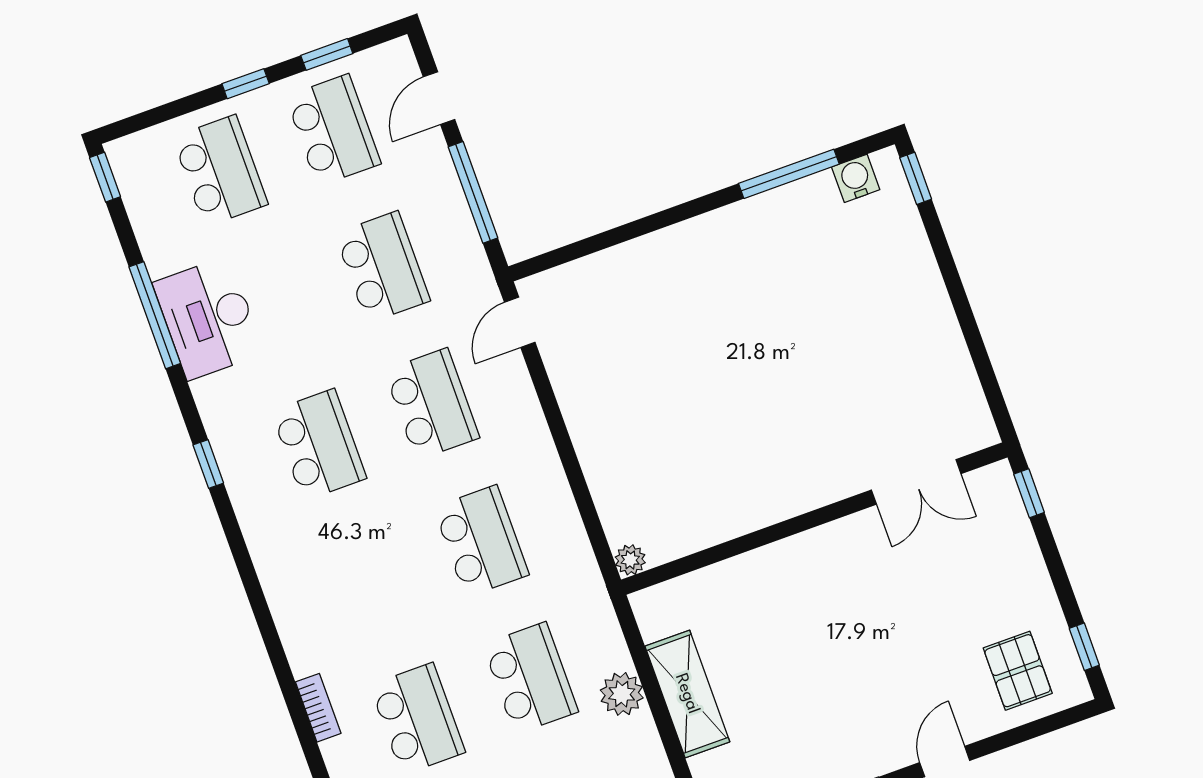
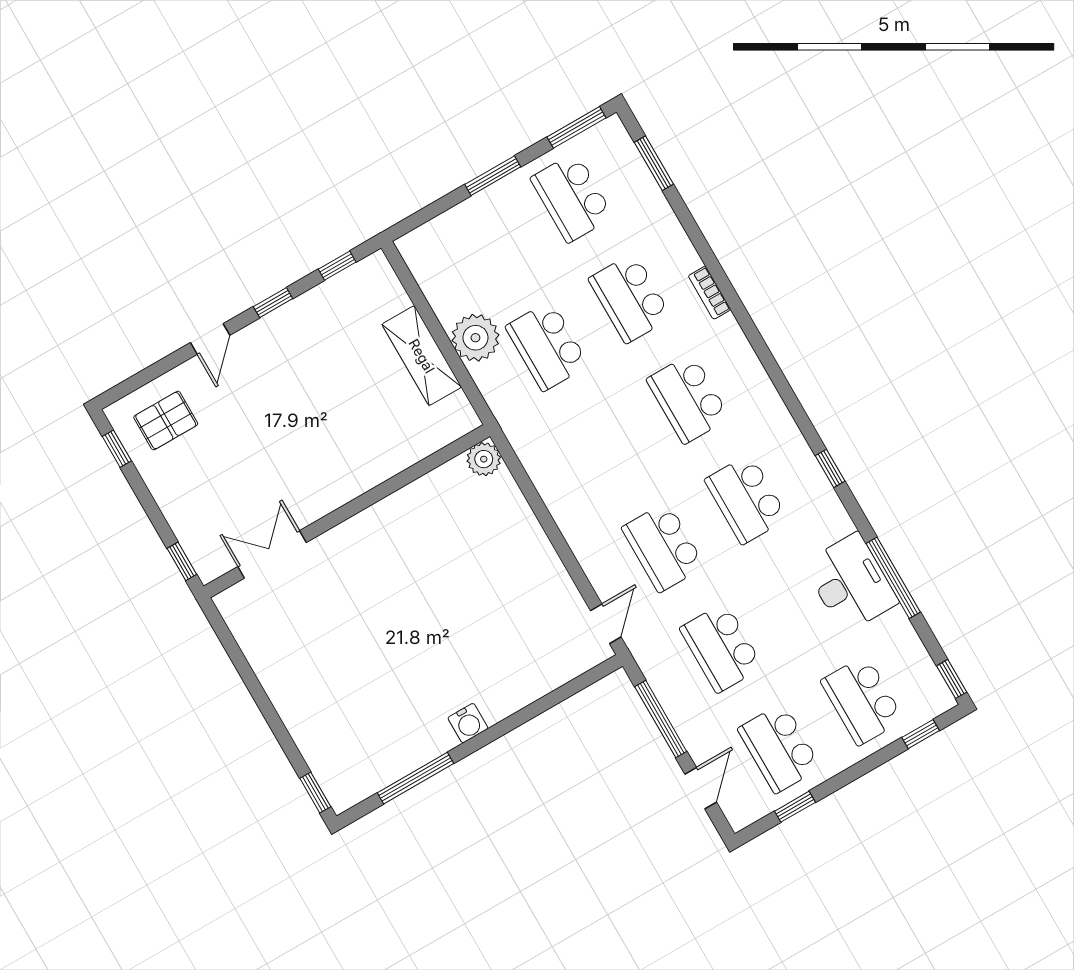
window: (246, 84) -> (921, 734), moved
water cooler: (856, 178) -> (468, 723), moved
school desk: (481, 541) -> (688, 399), moved
plant: (630, 560) -> (484, 459), width x1.38, depth x1.38
pallet: (1018, 671) -> (166, 421), turned 90
plant: (622, 694) -> (475, 338), width x1.36, depth x1.36

